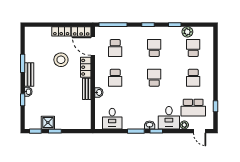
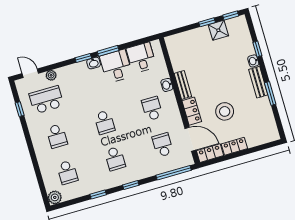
plant: (187, 32) -> (55, 197), moved
school desk: (193, 78) -> (57, 136), turned 180
desk: (169, 118) -> (116, 66), moved

